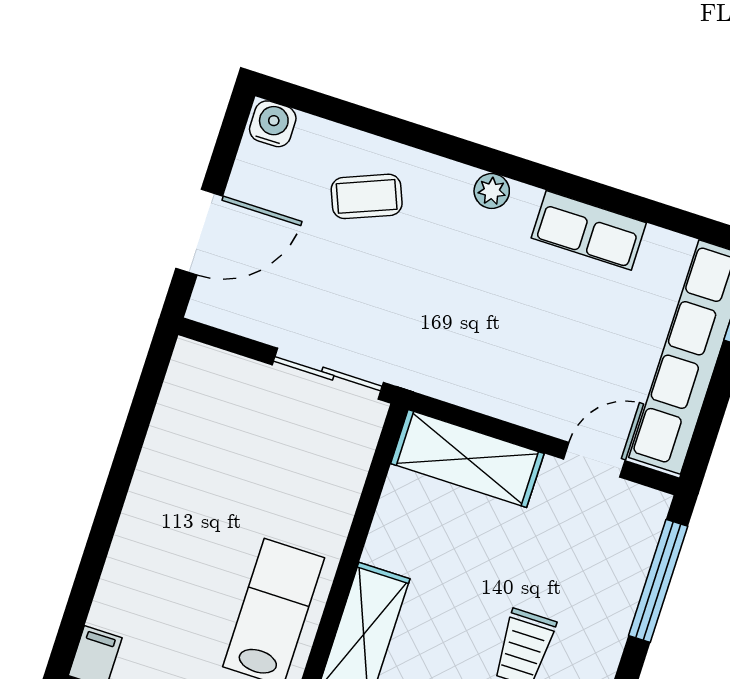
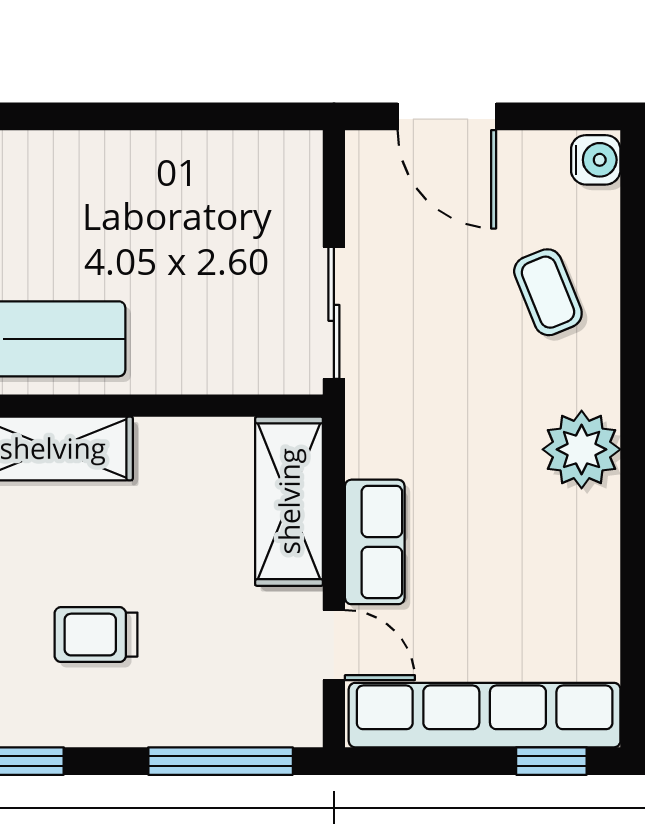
plant: (492, 191) -> (582, 449), width x1.87, depth x1.87
row of seats: (589, 230) -> (375, 542), moved, turned 180

